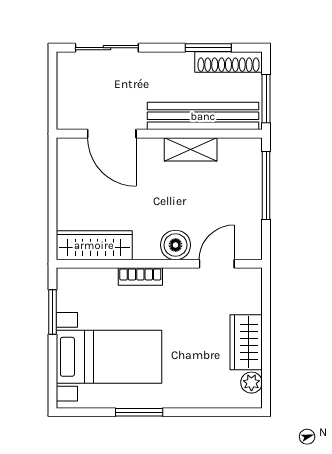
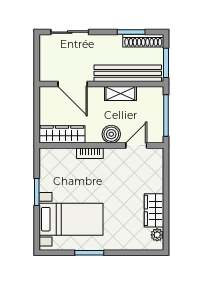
wardrobe: (94, 245) -> (62, 134), moved
boiler: (176, 245) -> (111, 134), moved
wall: (159, 264) -> (101, 146), moved
door: (217, 264) -> (136, 146), moved
bookcase: (140, 277) -> (90, 153), moved

